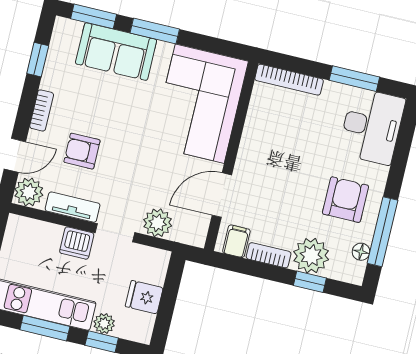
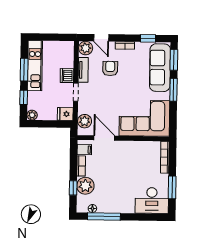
sofa: (116, 52) -> (160, 68), width x1.36
armchair: (345, 200) -> (115, 196), removed
plant: (158, 223) -> (85, 121), moved
fridge: (144, 297) -> (65, 114), moved, turned -90
plant: (104, 324) -> (32, 115), moved

